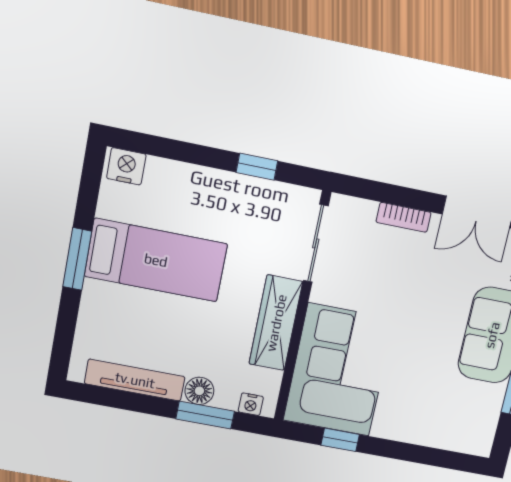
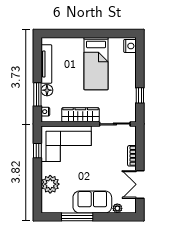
window: (77, 259) -> (90, 34), removed
plant: (427, 425) -> (50, 184), added

